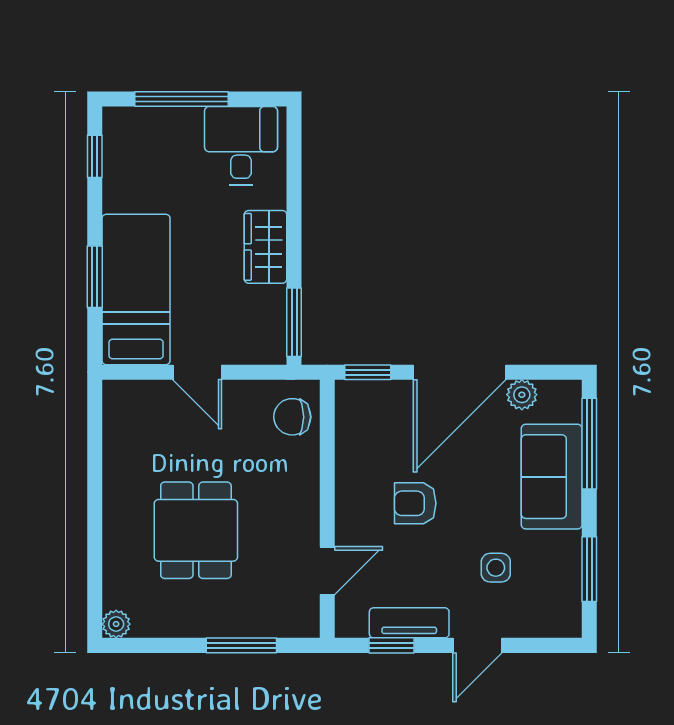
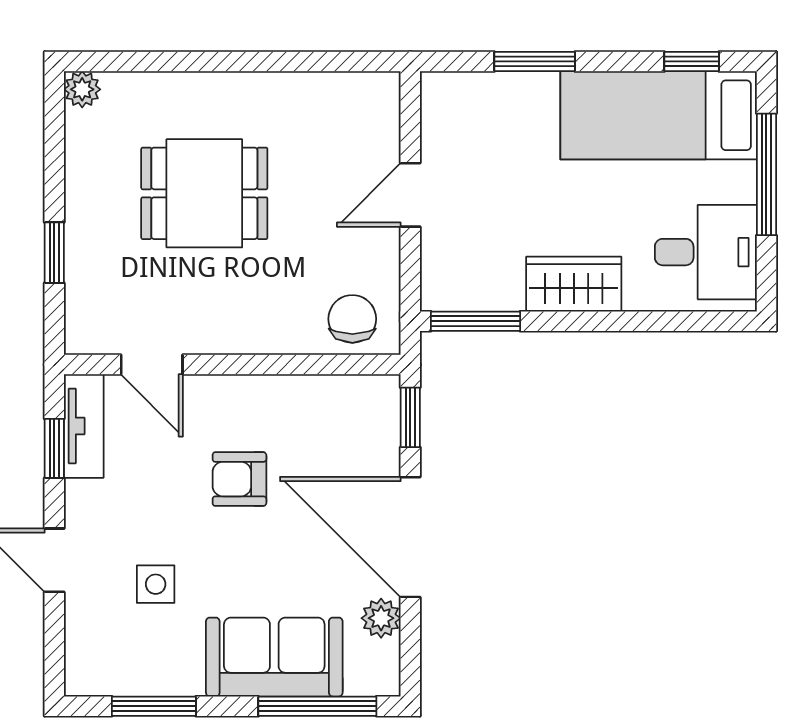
bed: (136, 289) -> (659, 115), moved, turned 180
armchair: (415, 503) -> (239, 479), turned -90
tv unit: (409, 623) -> (84, 426), moved
window: (241, 645) -> (54, 253), width x0.67

